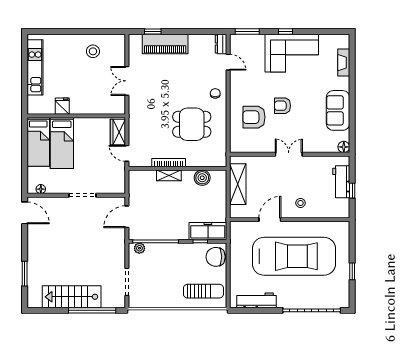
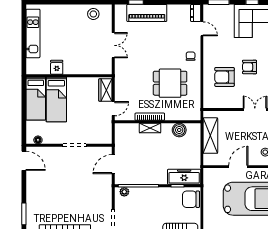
stool: (93, 51) -> (93, 14), moved
double door: (127, 81) -> (113, 45), swing flipped
door: (127, 153) -> (113, 109), swing flipped

